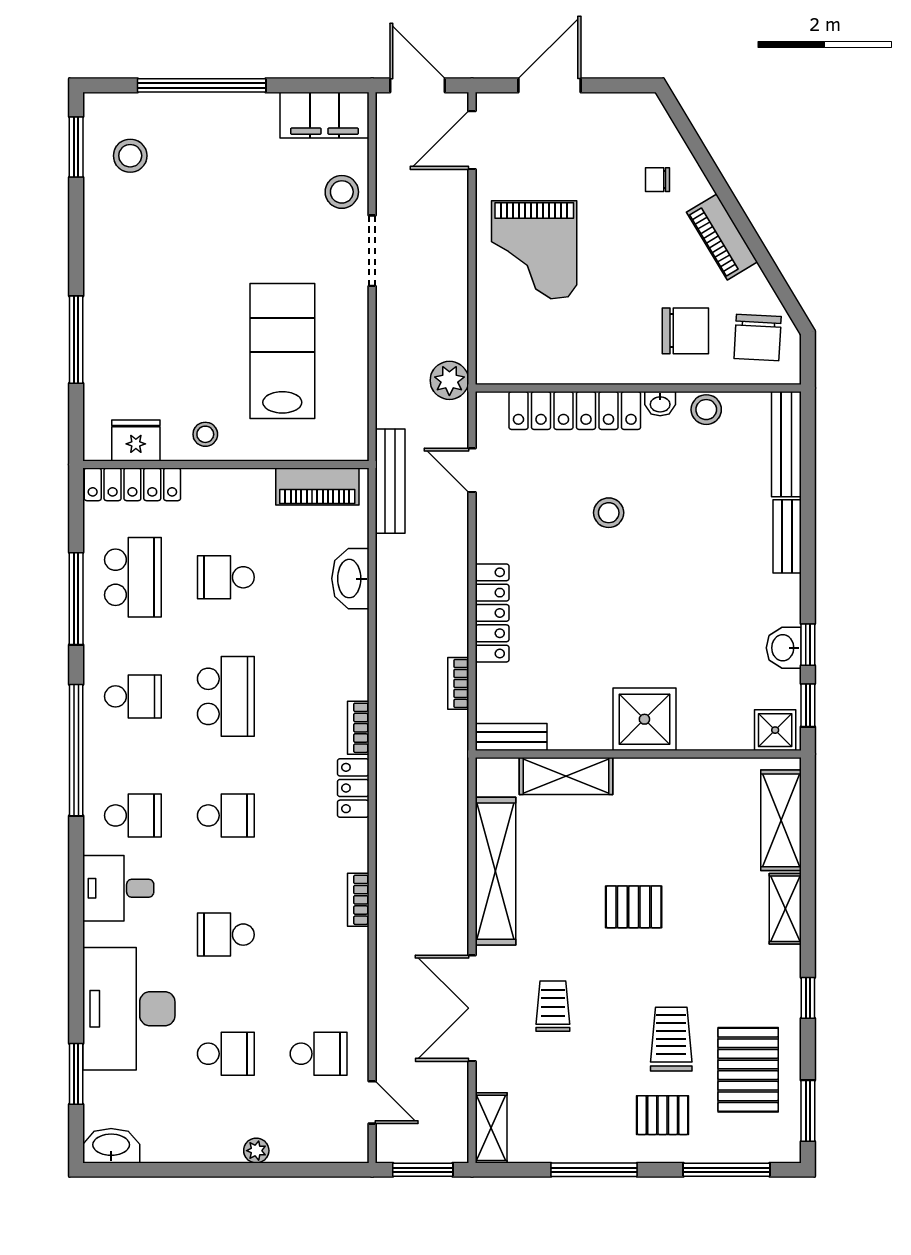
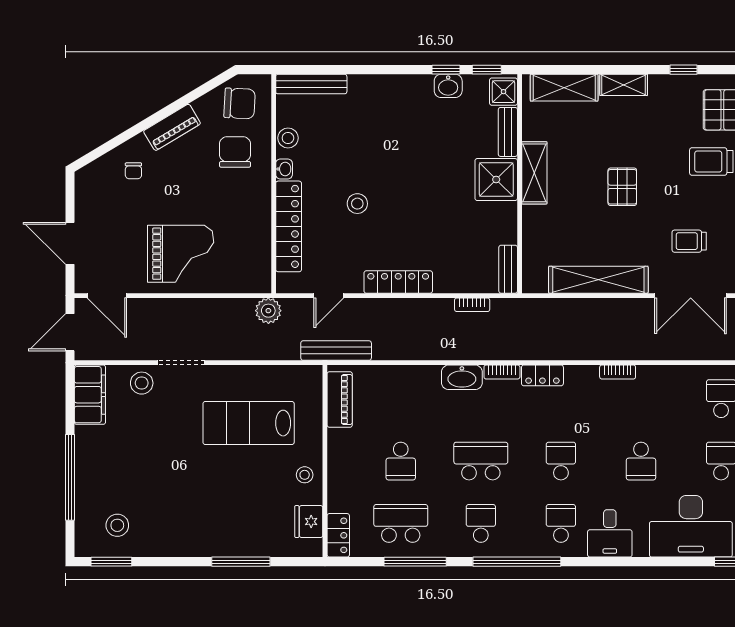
locker: (132, 484) -> (338, 535), width x0.66
bench: (787, 536) -> (508, 132), moved, turned 90
washbasin: (350, 579) -> (462, 377), moved
locker: (492, 613) -> (398, 282), moved
shelving: (566, 776) -> (534, 173), moved

